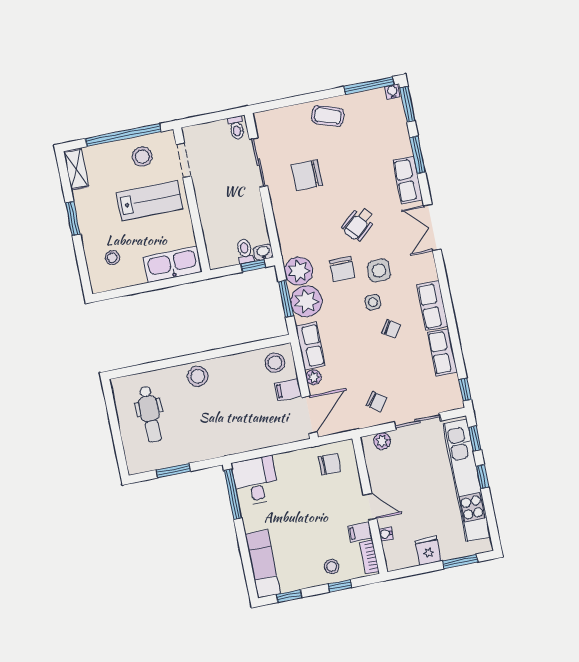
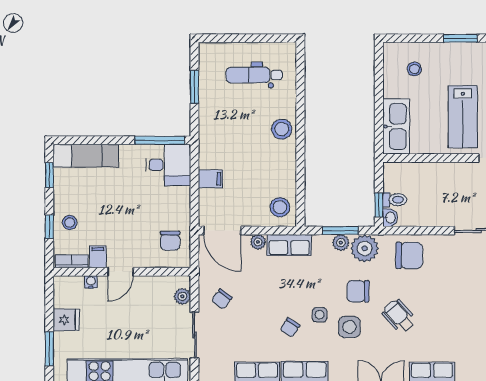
chair: (307, 175) -> (409, 255), moved, turned 90
plant: (306, 301) -> (341, 243), width x0.53, depth x0.53
filing cabinet: (288, 390) -> (210, 179), moved, turned 90

